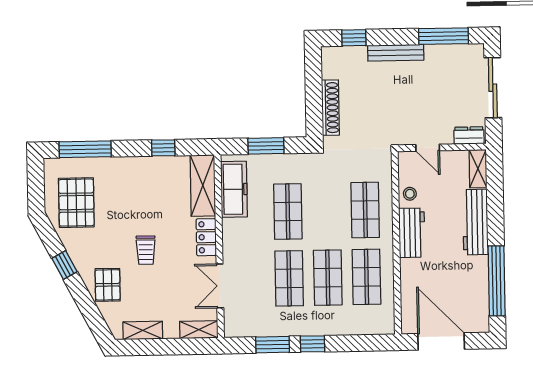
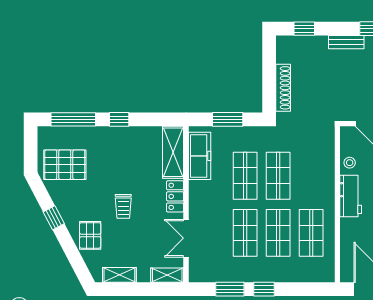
bench: (396, 53) -> (346, 42), width x0.73
window: (163, 148) -> (119, 119), moved
pallet: (76, 203) -> (65, 165), turned 90
shop shelf: (365, 210) -> (278, 176), moved

